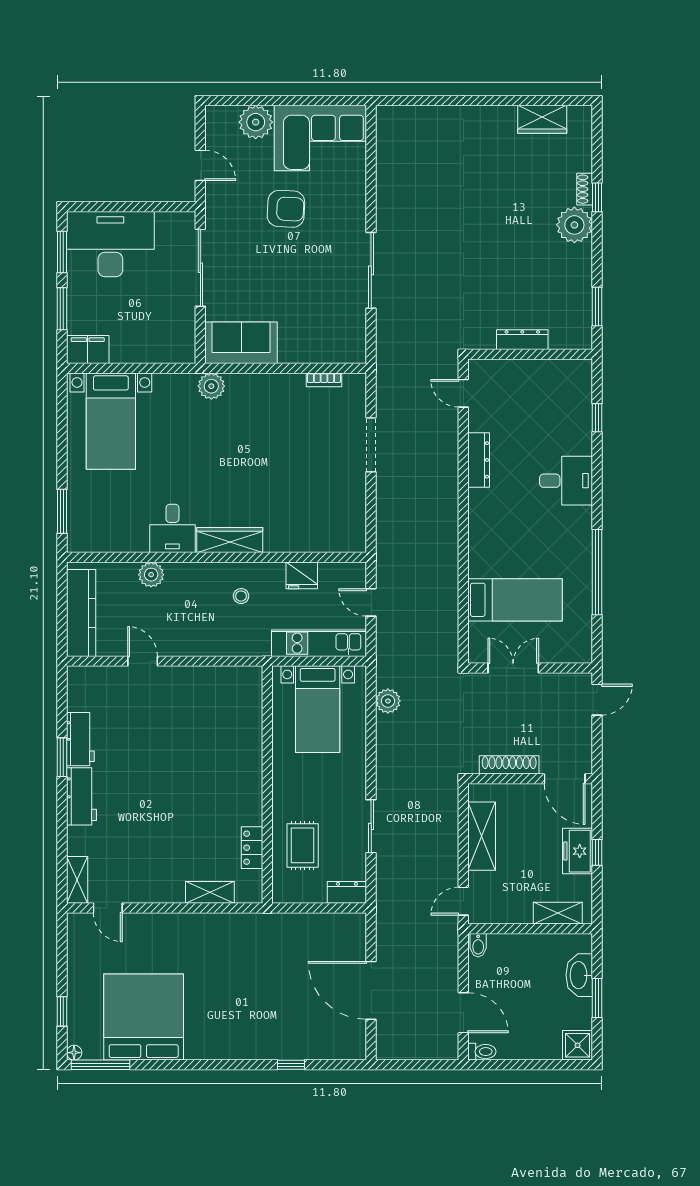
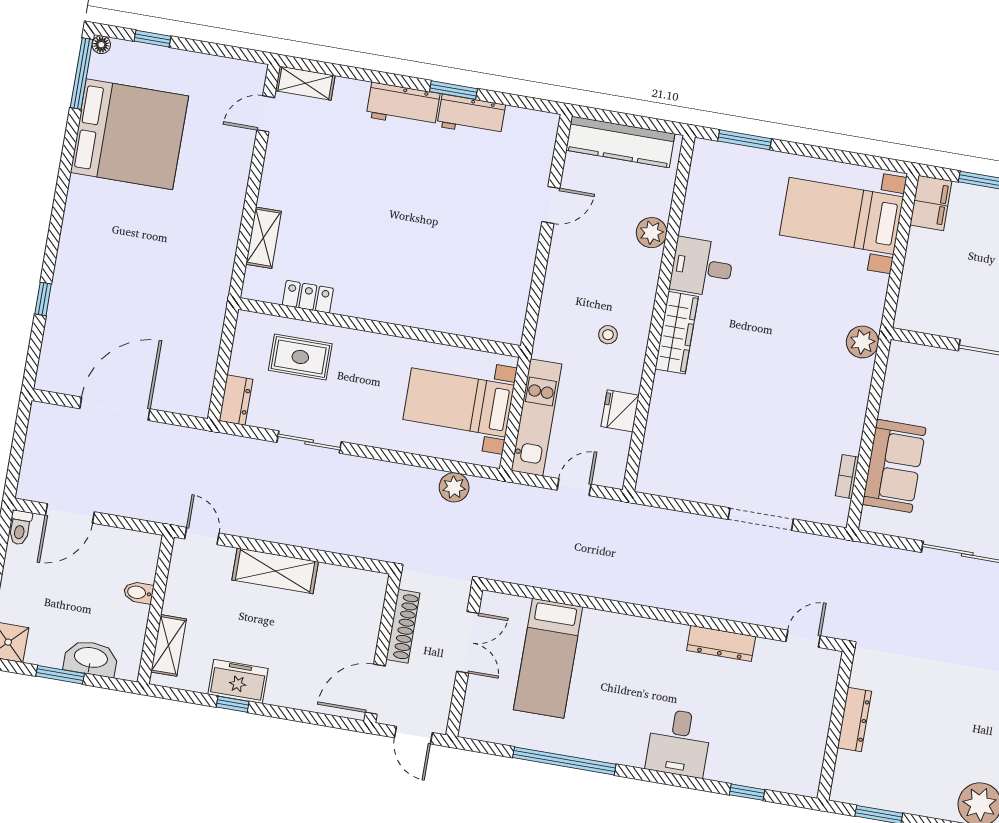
sofa: (241, 343) -> (894, 466), moved
shoe rack: (509, 765) -> (403, 626), moved
wall: (530, 779) -> (382, 648), moved
door: (565, 779) -> (375, 689), moved
bidet: (478, 945) -> (139, 593), moved

